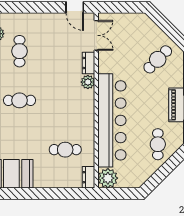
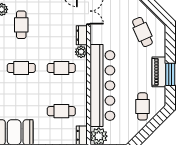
cafe table: (158, 59) -> (142, 32), turned -69
cafe table: (65, 100) -> (61, 68), added

